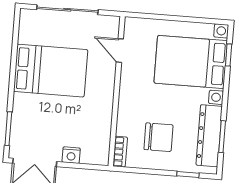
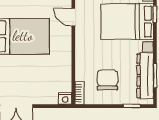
chair: (158, 137) -> (107, 80), turned -90
nightstand: (71, 155) -> (65, 99), moved

